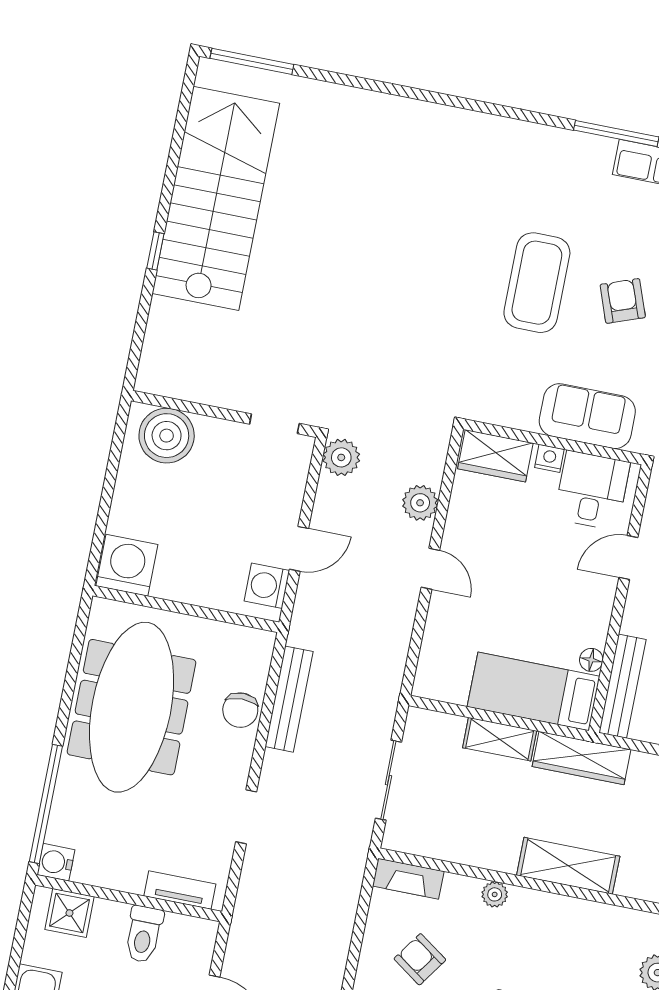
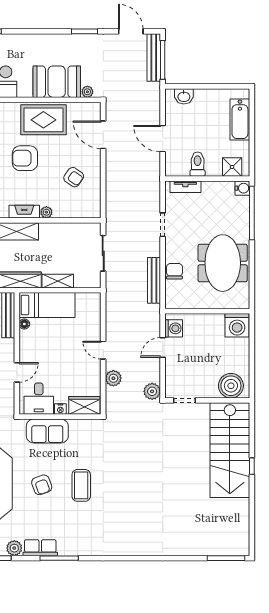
stairs: (216, 198) -> (230, 450), moved
coffee table: (537, 283) -> (81, 485), width x0.73, depth x0.76
meeting table: (132, 707) -> (223, 263), width x0.73
fireplace: (408, 879) -> (24, 212), moved

